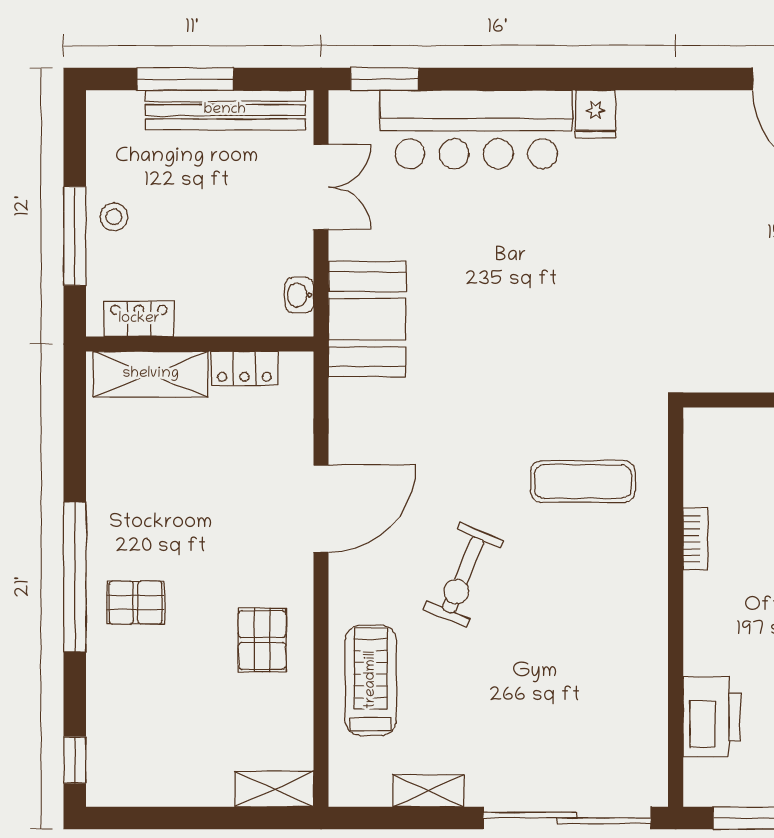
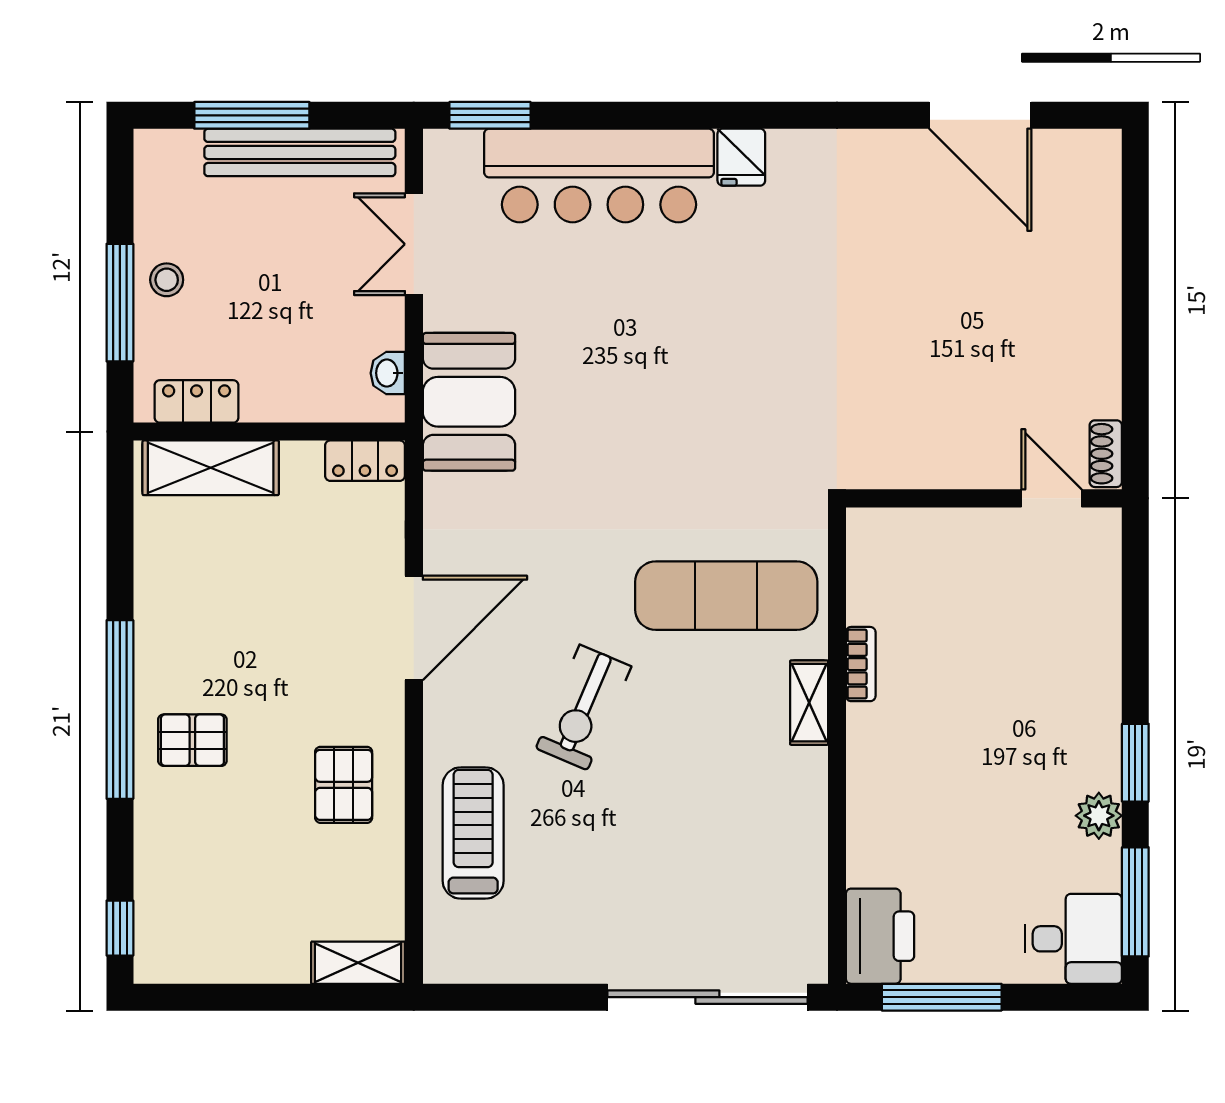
double door: (321, 187) -> (414, 244), swing flipped
locker: (244, 368) -> (365, 461), moved
exercise mat: (583, 482) -> (726, 596), width x1.36, depth x1.45
printer: (712, 717) -> (880, 936), moved
shelving: (428, 791) -> (809, 703), moved, turned 90

